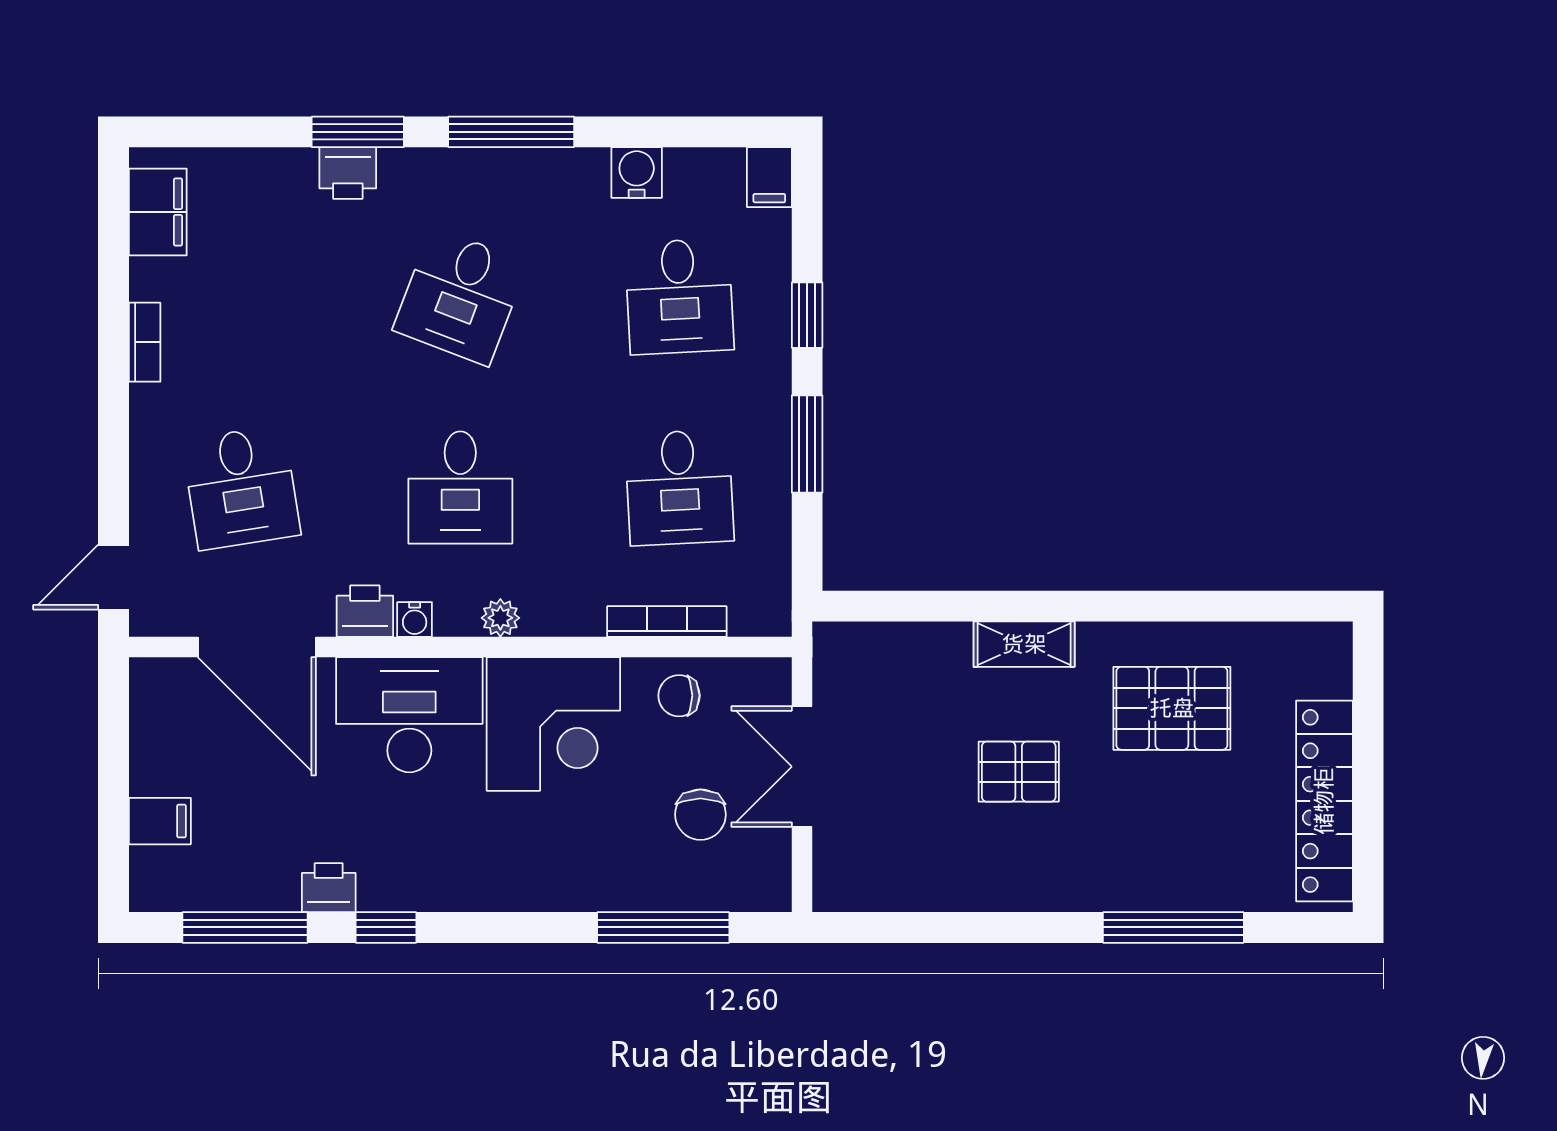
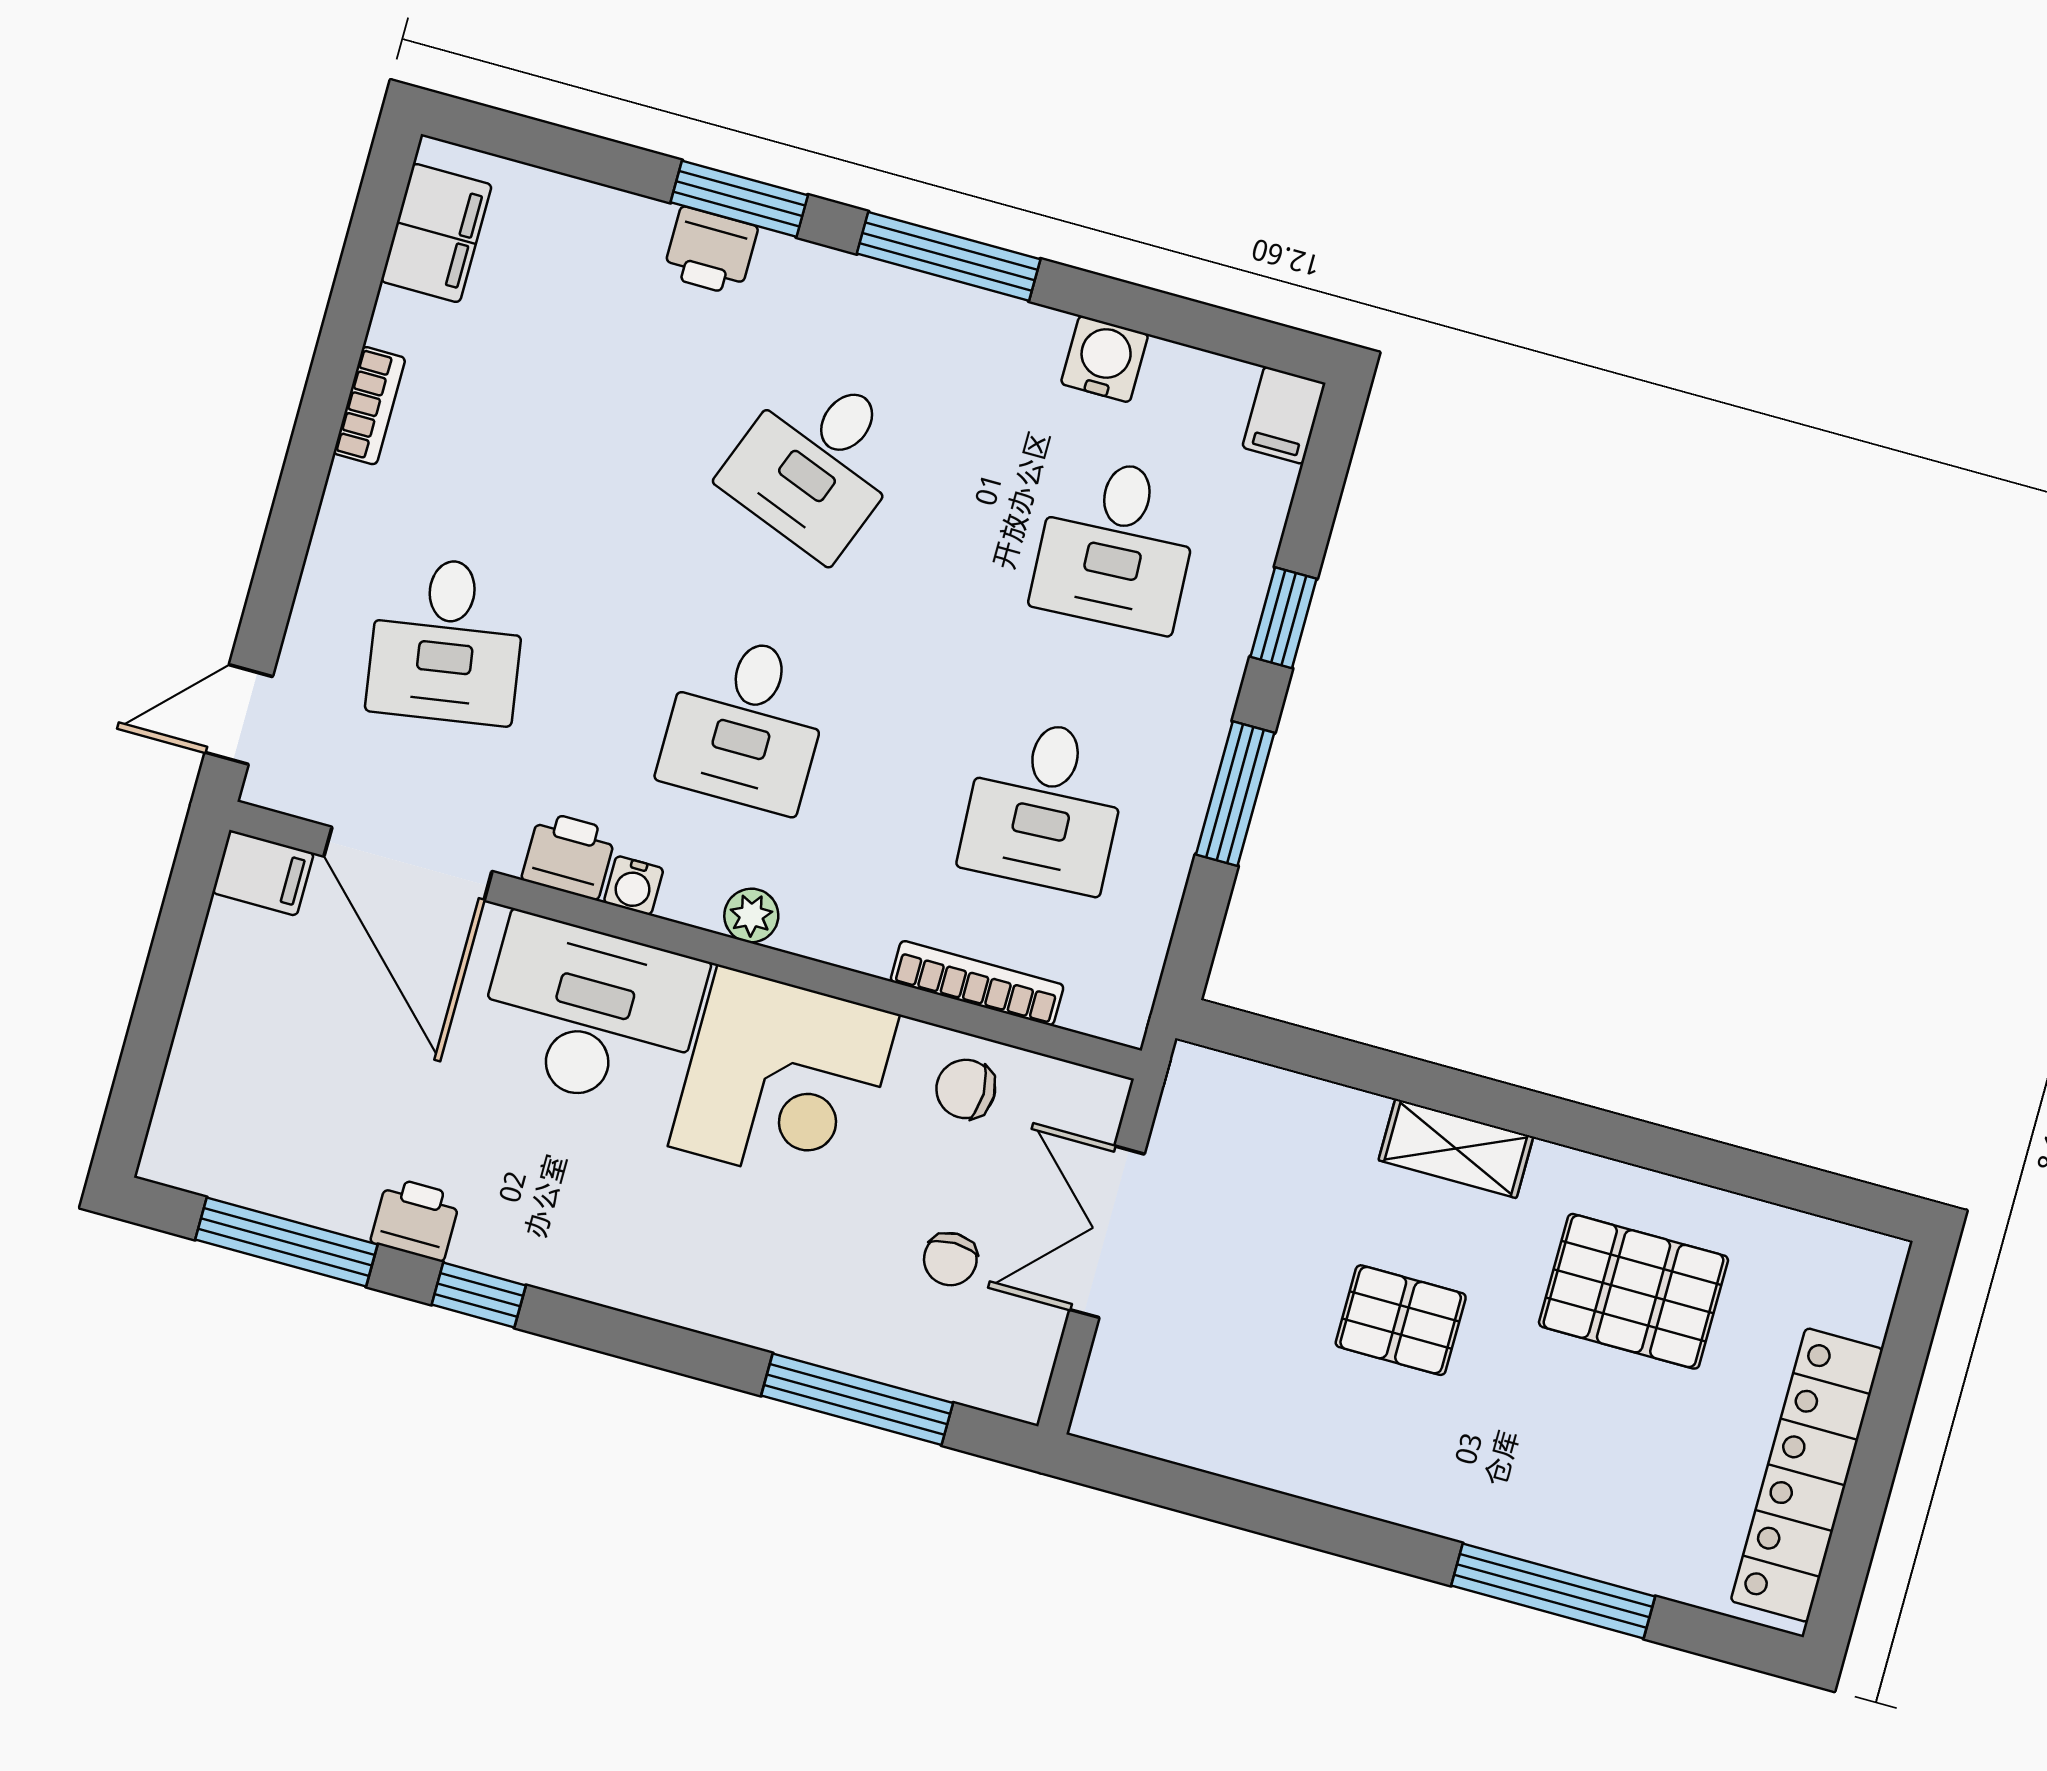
chair: (700, 815) -> (950, 1259), width x0.73, depth x0.73
filing cabinet: (160, 821) -> (263, 873), moved

